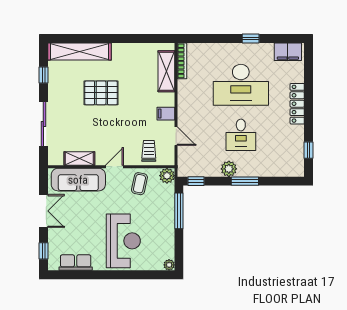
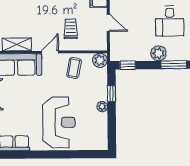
trolley: (149, 151) -> (71, 29), moved
window: (179, 211) -> (111, 94), width x0.46
plant: (169, 265) -> (102, 107), moved

